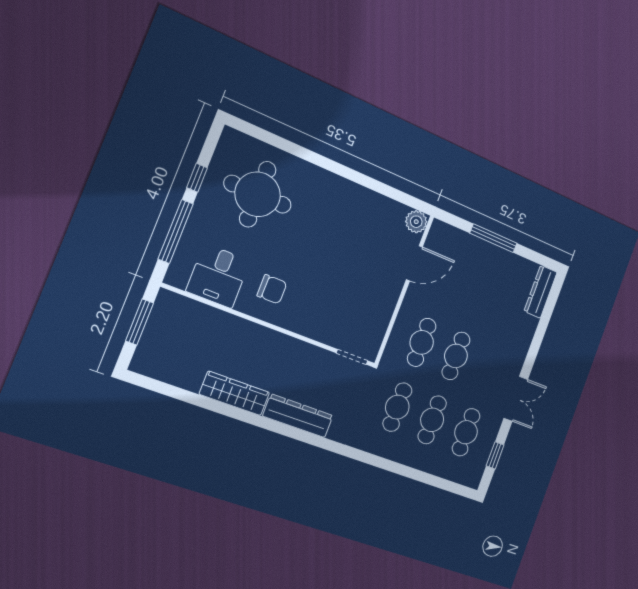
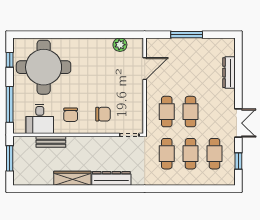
window: (197, 178) -> (10, 60), moved
round table: (258, 194) -> (44, 67), width x1.36, depth x1.36
plant: (416, 222) -> (120, 45), moved
chair: (272, 289) -> (71, 115), turned 90
dresser: (541, 292) -> (229, 73), moved
chair: (324, 309) -> (103, 114), added
bench: (222, 321) -> (51, 142), added

